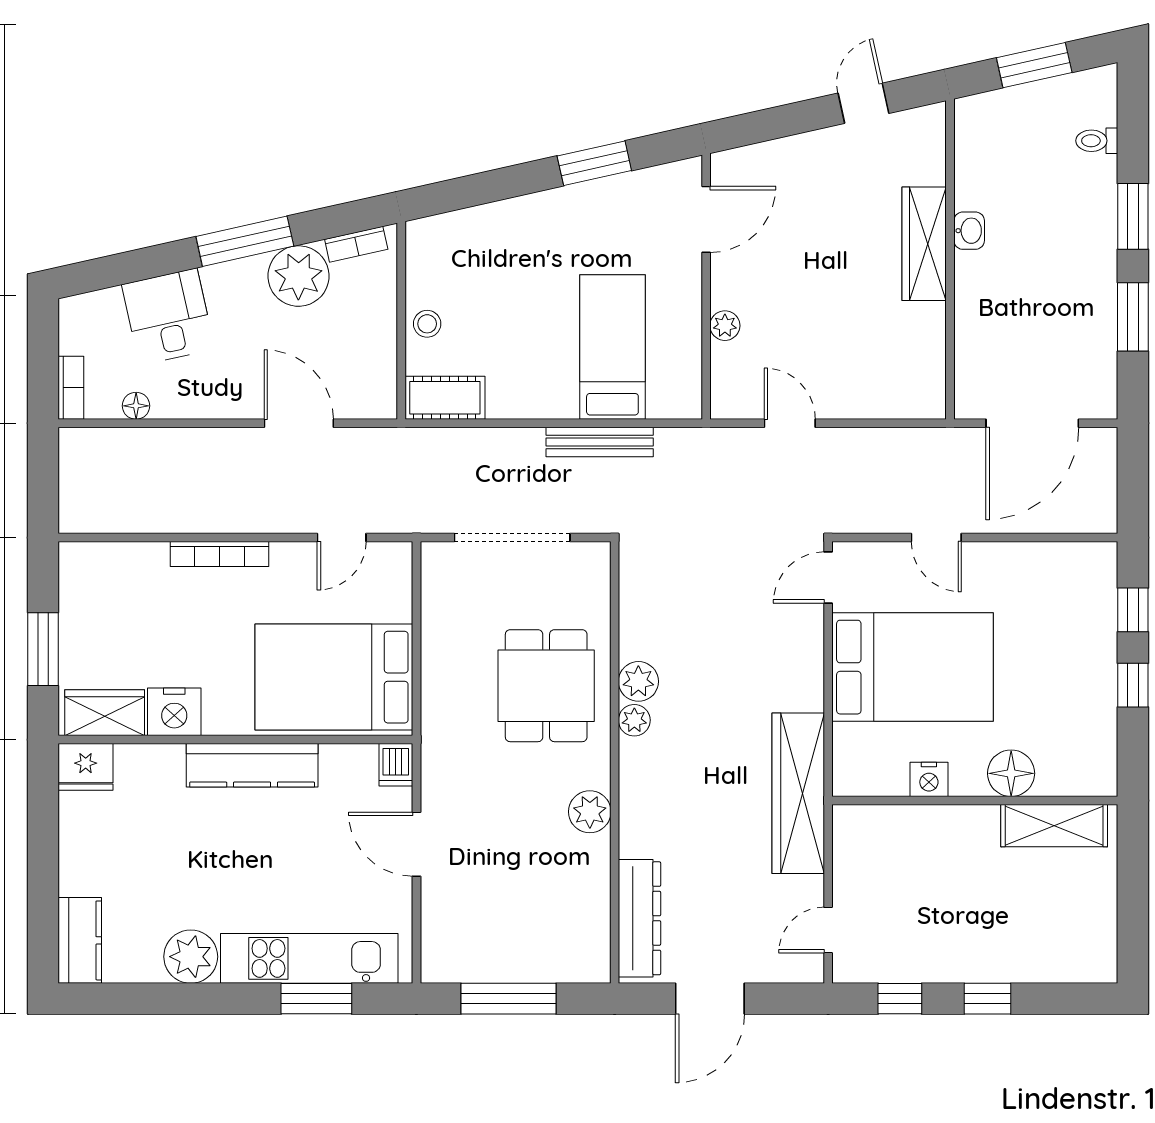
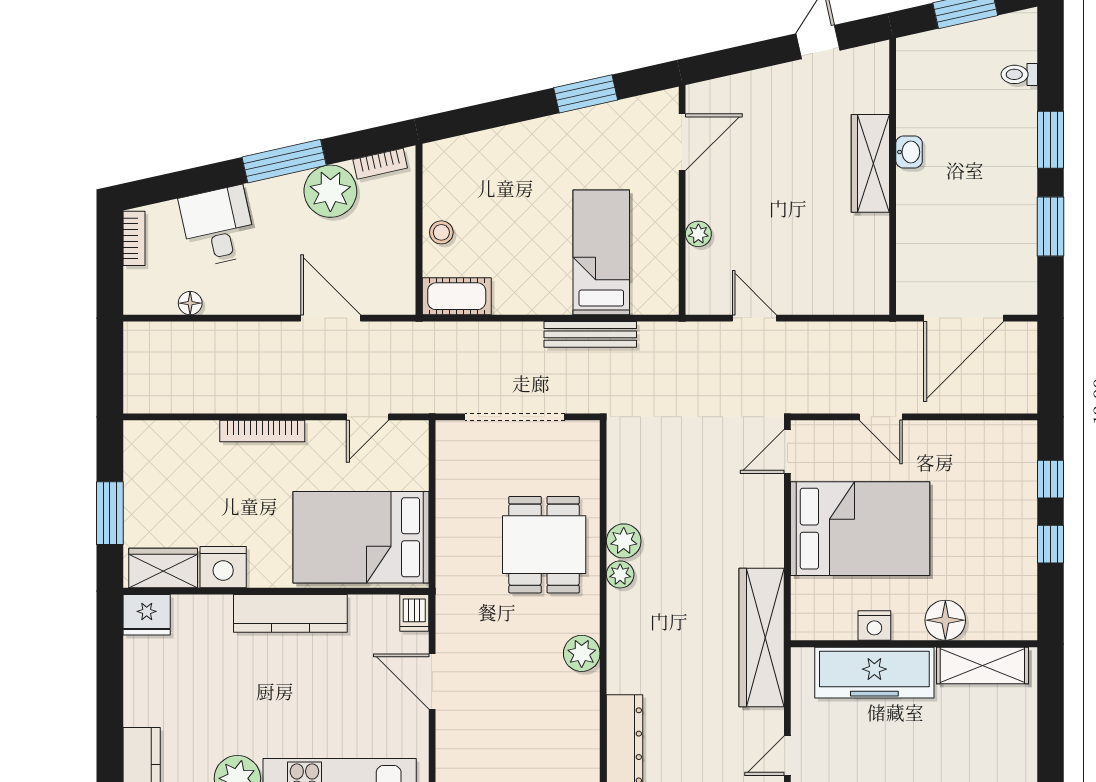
bookcase: (71, 388) -> (134, 238), moved
freezer: (929, 834) -> (874, 673), added

